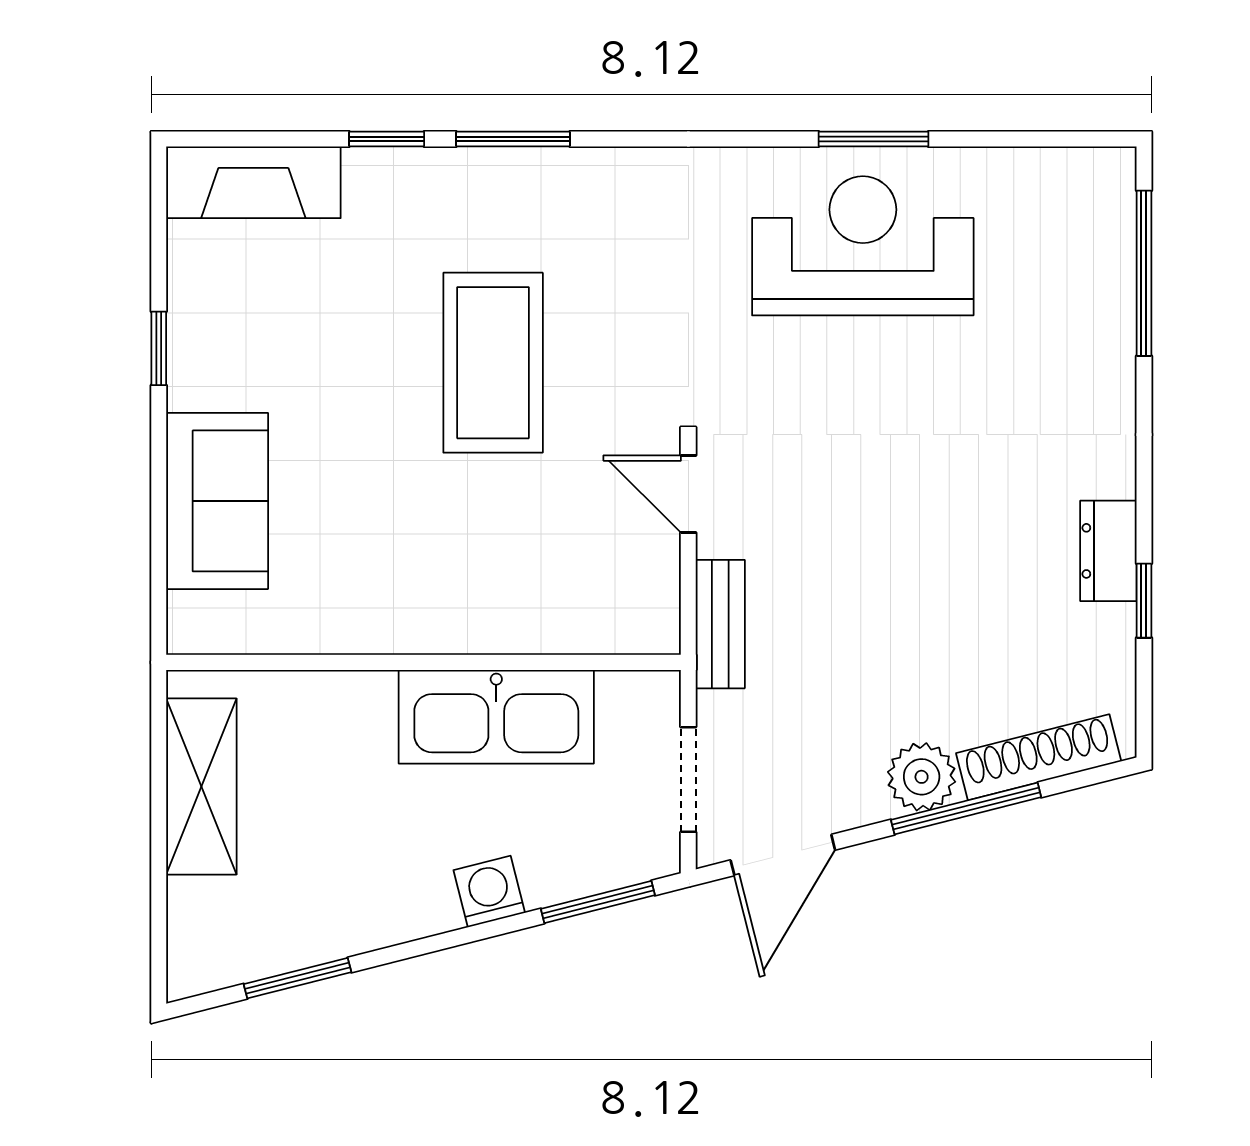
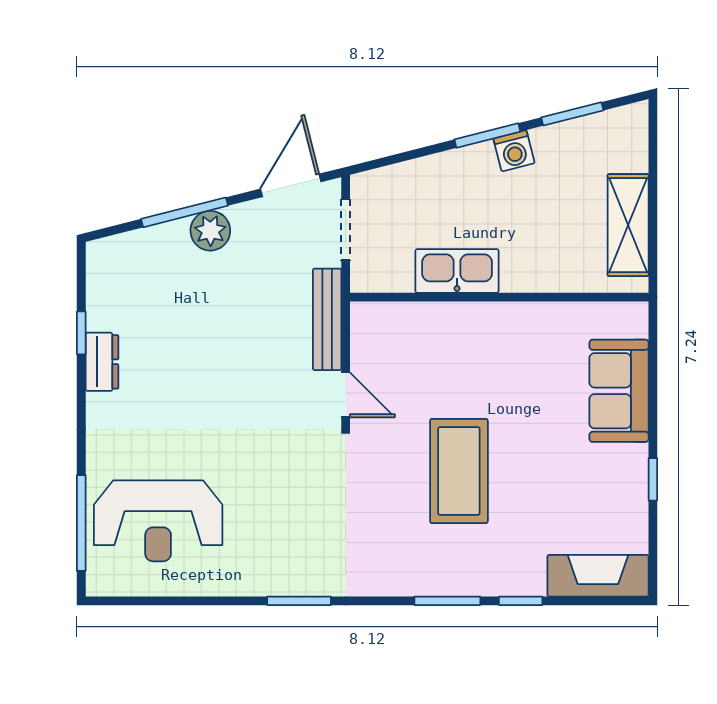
window: (873, 139) -> (299, 601), moved
reception desk: (863, 246) -> (158, 521), moved
bench: (720, 624) -> (327, 319), width x1.36
kitchen sink: (496, 717) -> (457, 271), width x0.73, depth x0.81
shoe rack: (1039, 757) -> (142, 242), removed
washing machine: (489, 891) -> (514, 151), moved
window: (598, 902) -> (487, 136), moved

